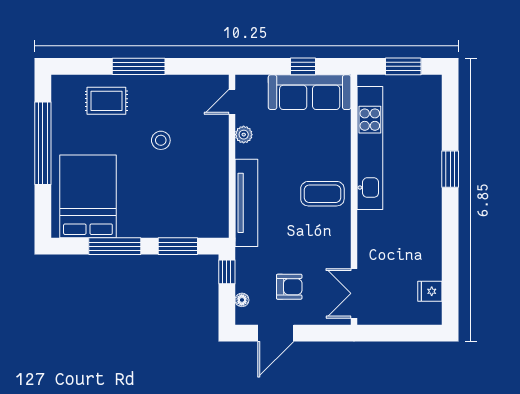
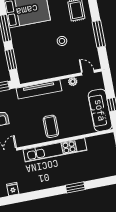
window: (139, 66) -> (99, 34), moved
kitchen unit: (370, 148) -> (55, 150), moved

